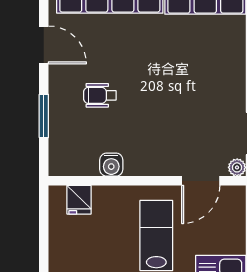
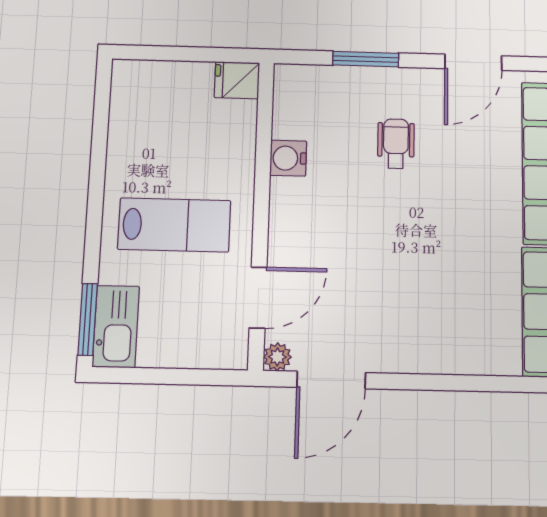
door: (201, 181) -> (258, 298), swing flipped
fridge: (79, 200) -> (237, 80), moved

